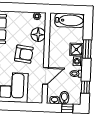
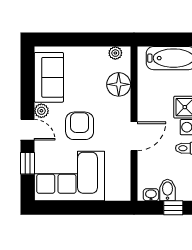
armchair: (24, 54) -> (80, 126), moved, turned -97
door: (46, 76) -> (134, 136), moved

